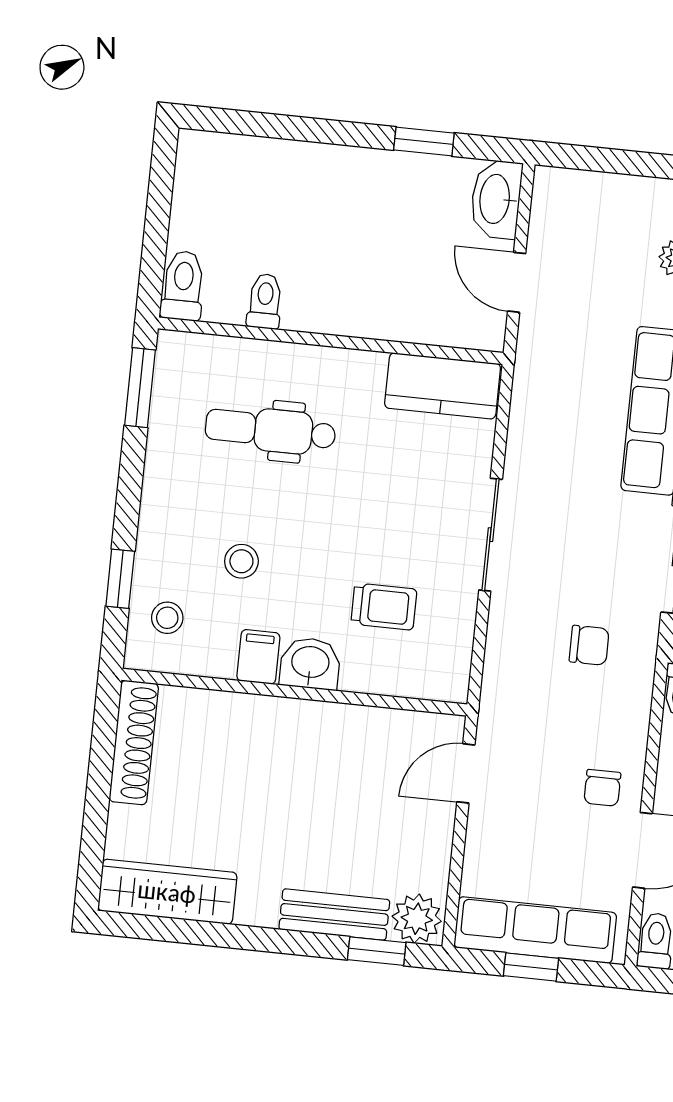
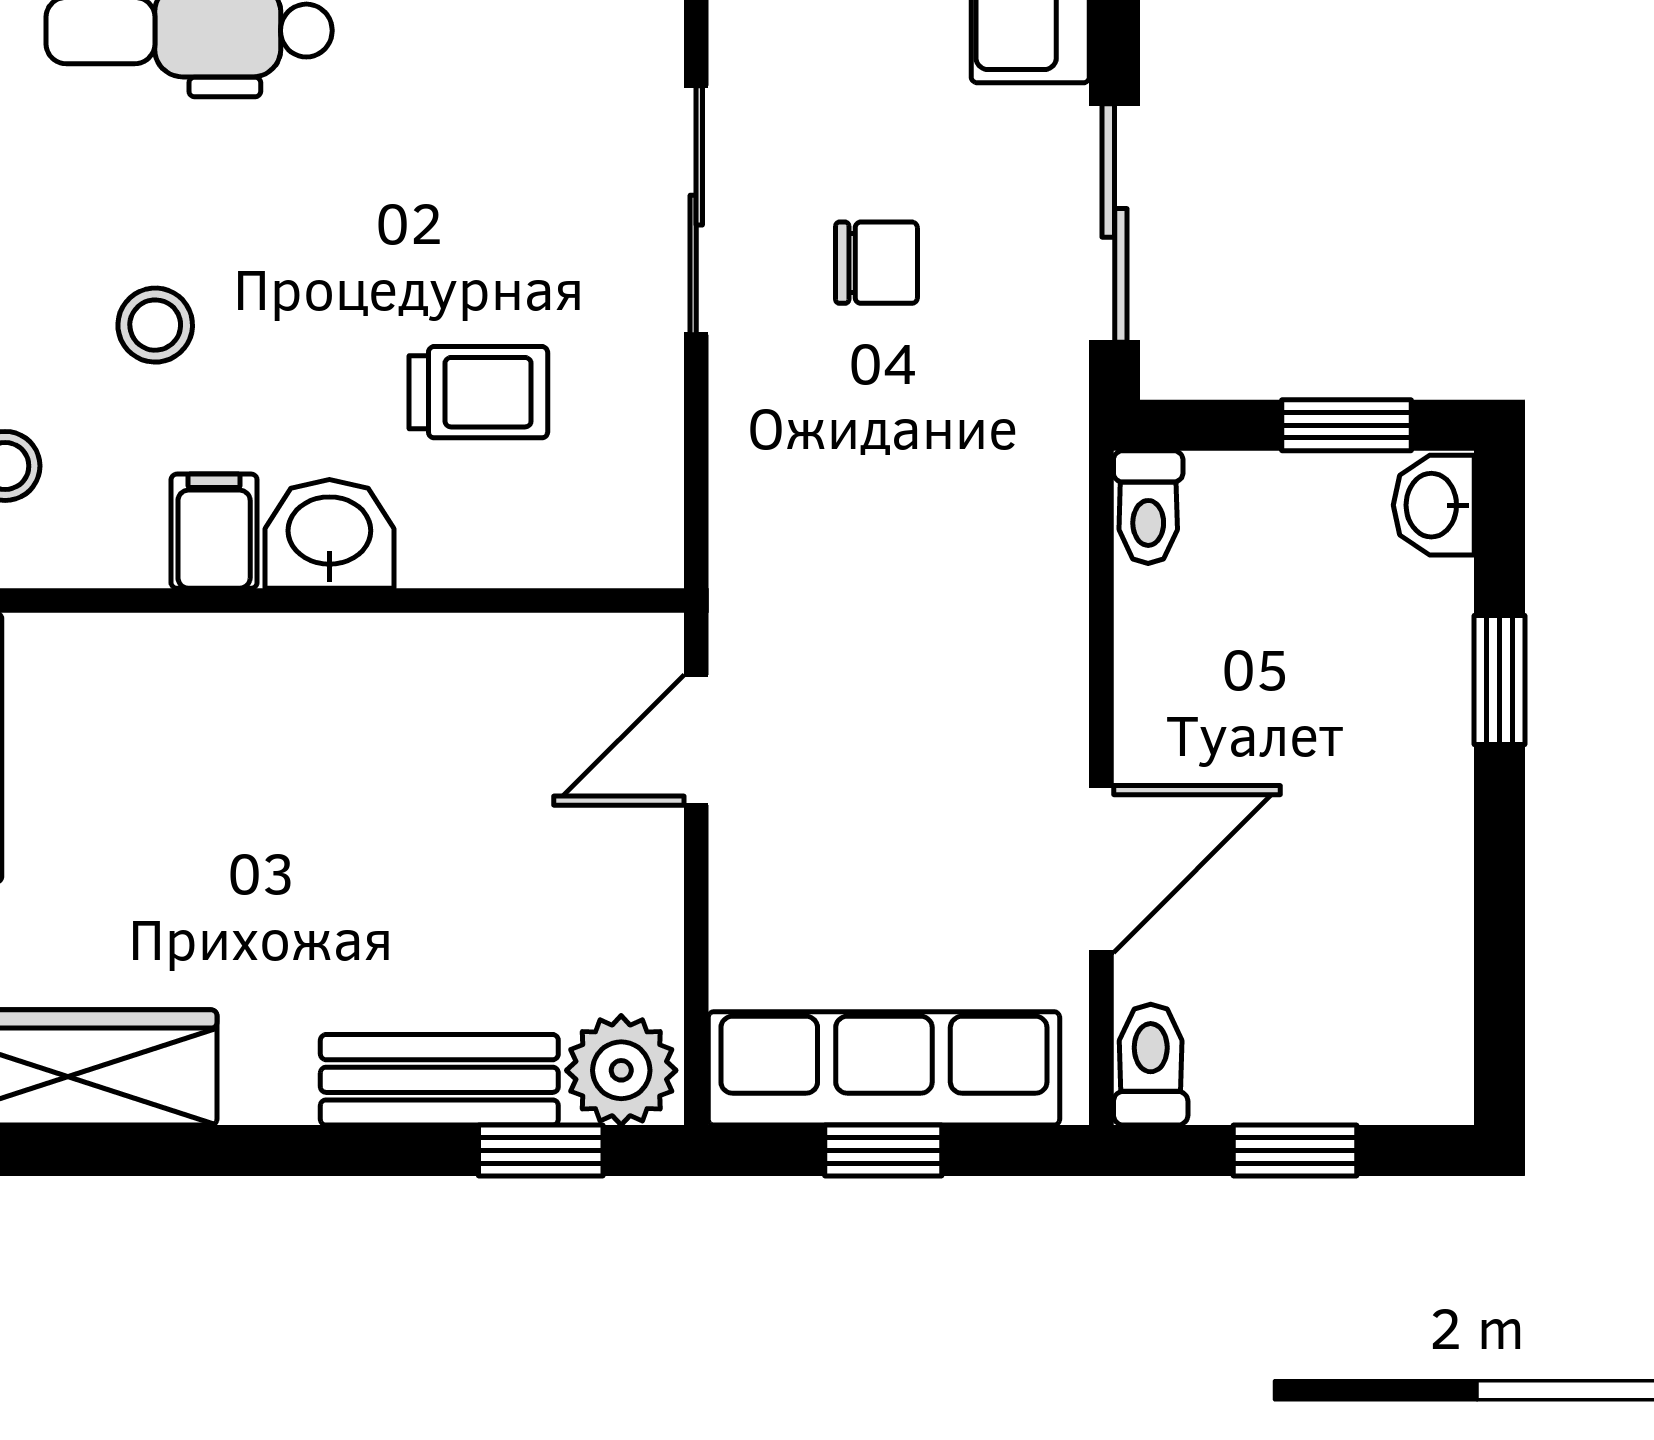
chair: (589, 645) -> (877, 263), moved
chair: (602, 788) -> (999, 741), removed

